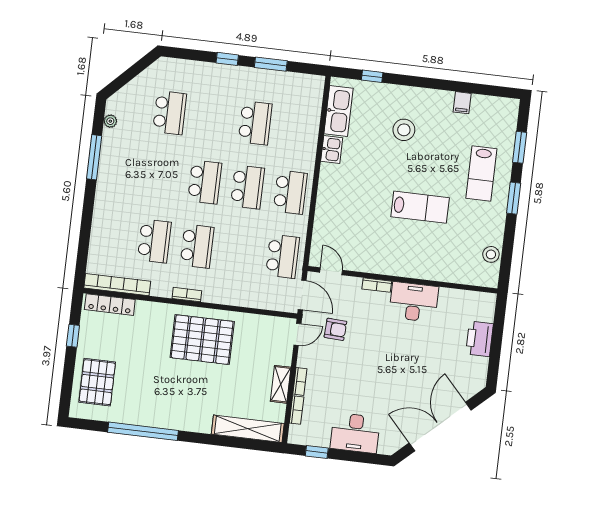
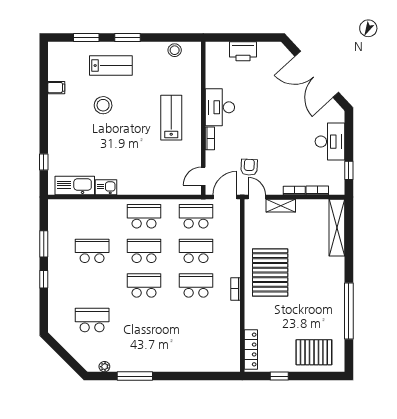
stool: (404, 130) -> (103, 105), moved
lab bench: (420, 207) -> (171, 118), moved
school desk: (154, 241) -> (196, 251), moved
bookcase: (117, 285) -> (234, 345), removed
shelving: (281, 384) -> (281, 206), moved

